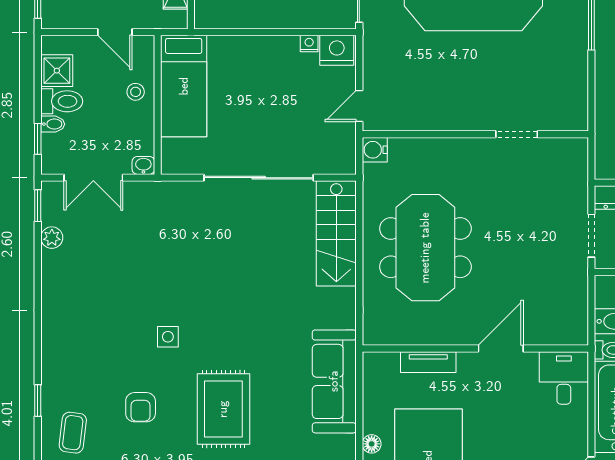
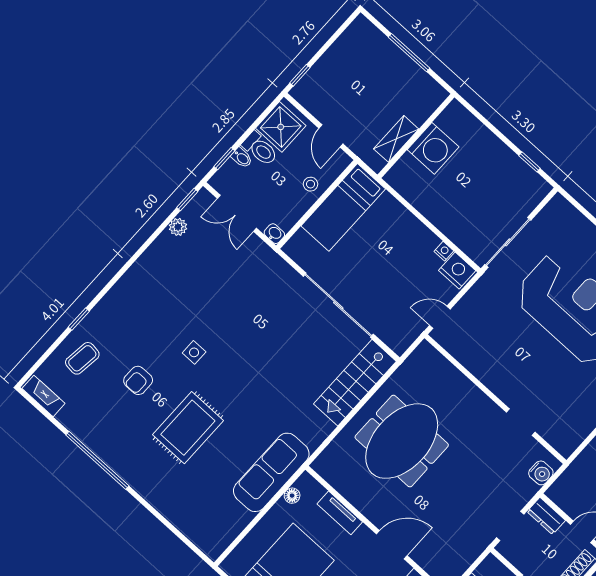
shower: (57, 71) -> (281, 127), width x1.36, depth x1.36
water cooler: (375, 150) -> (541, 473), moved, turned 180
floor lamp: (372, 444) -> (292, 496), moved

